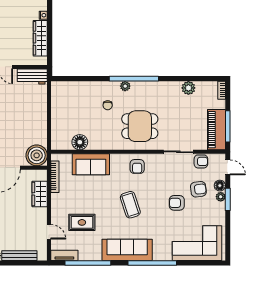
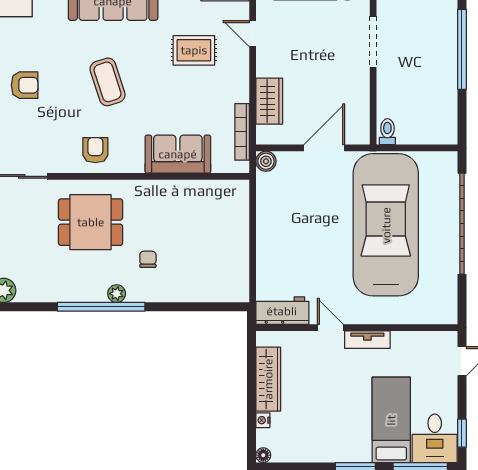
floor lamp: (80, 142) -> (198, 194), removed
boiler: (37, 155) -> (266, 161), width x0.54, depth x0.54

